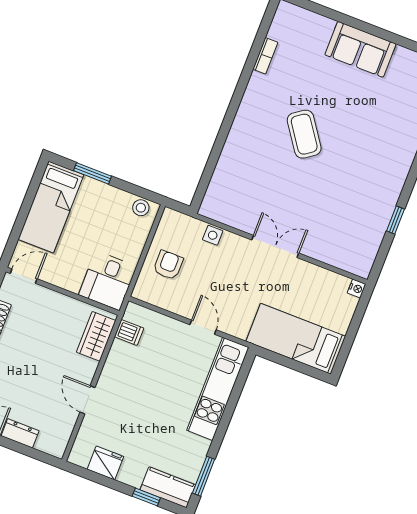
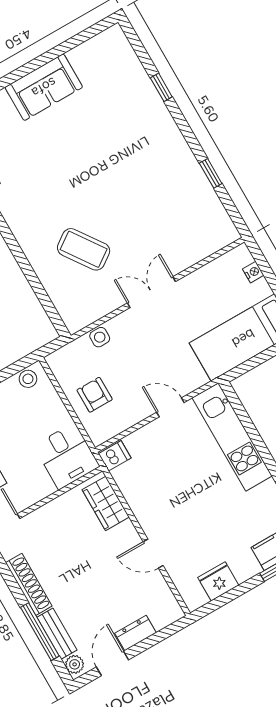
coffee table: (304, 134) -> (84, 249), moved
nightstand: (357, 288) -> (253, 272), moved
dishwasher: (129, 332) -> (115, 456), moved

